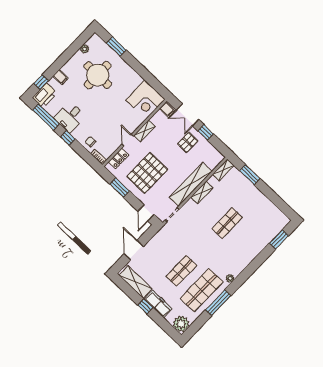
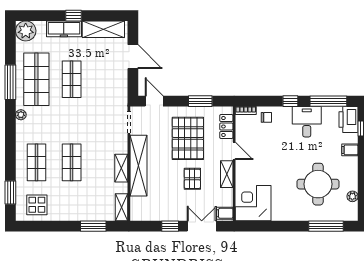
window: (116, 46) -> (326, 226), width x1.44
pallet: (188, 142) -> (192, 179), moved
display table: (270, 218) -> (37, 205), added
shop shelf: (247, 242) -> (36, 162), added

